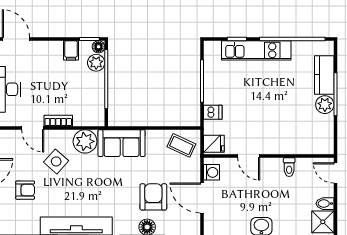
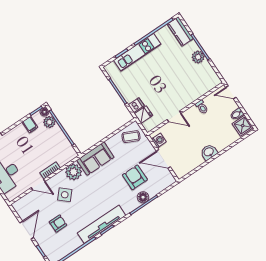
kitchen counter: (324, 75) -> (180, 31), moved
fridge: (214, 144) -> (143, 115), moved

